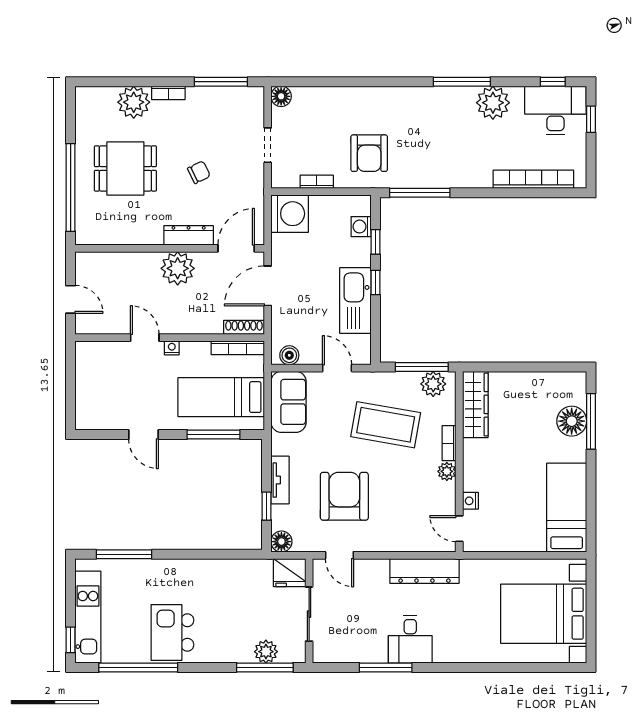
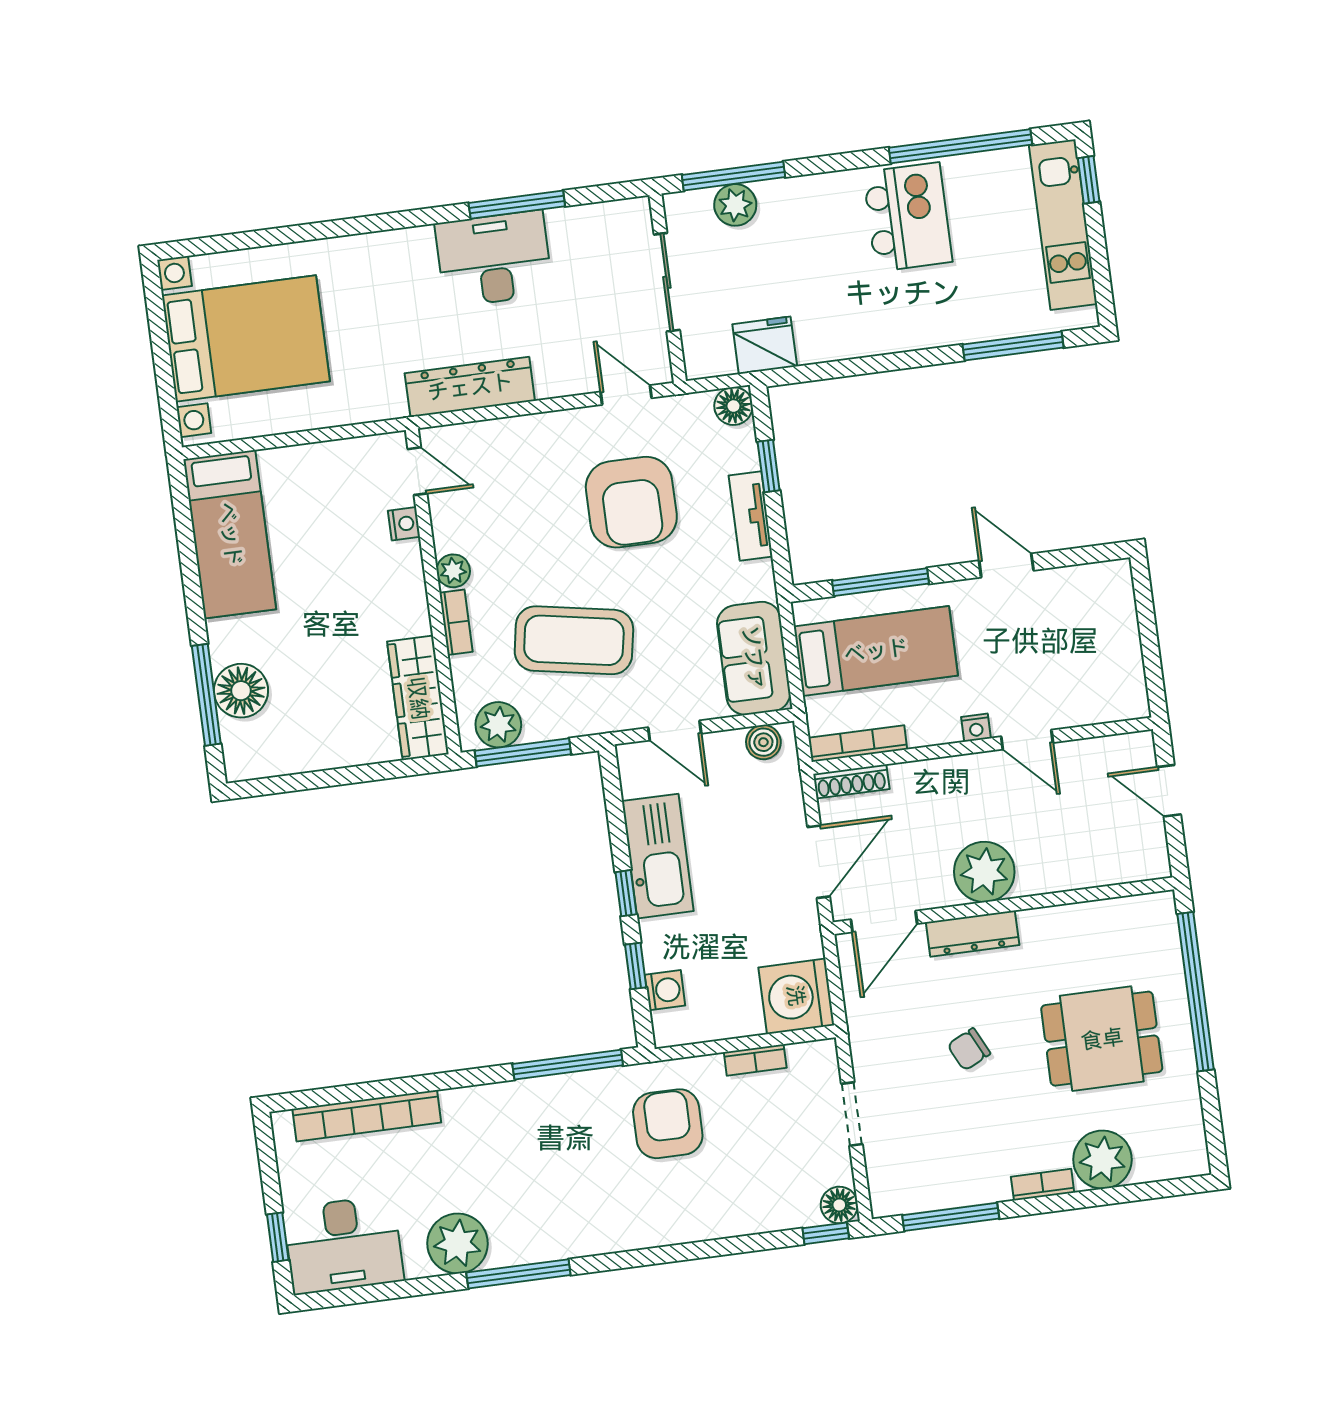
window: (553, 82) -> (826, 1233), moved
fridge: (290, 573) -> (765, 345), moved
desk: (410, 639) -> (494, 259), width x1.37

